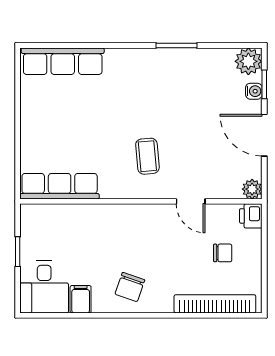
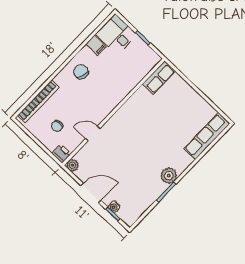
plant: (248, 61) -> (169, 176), moved
coffee table: (147, 156) -> (130, 134), removed
row of seats: (60, 186) -> (159, 78), width x0.68

